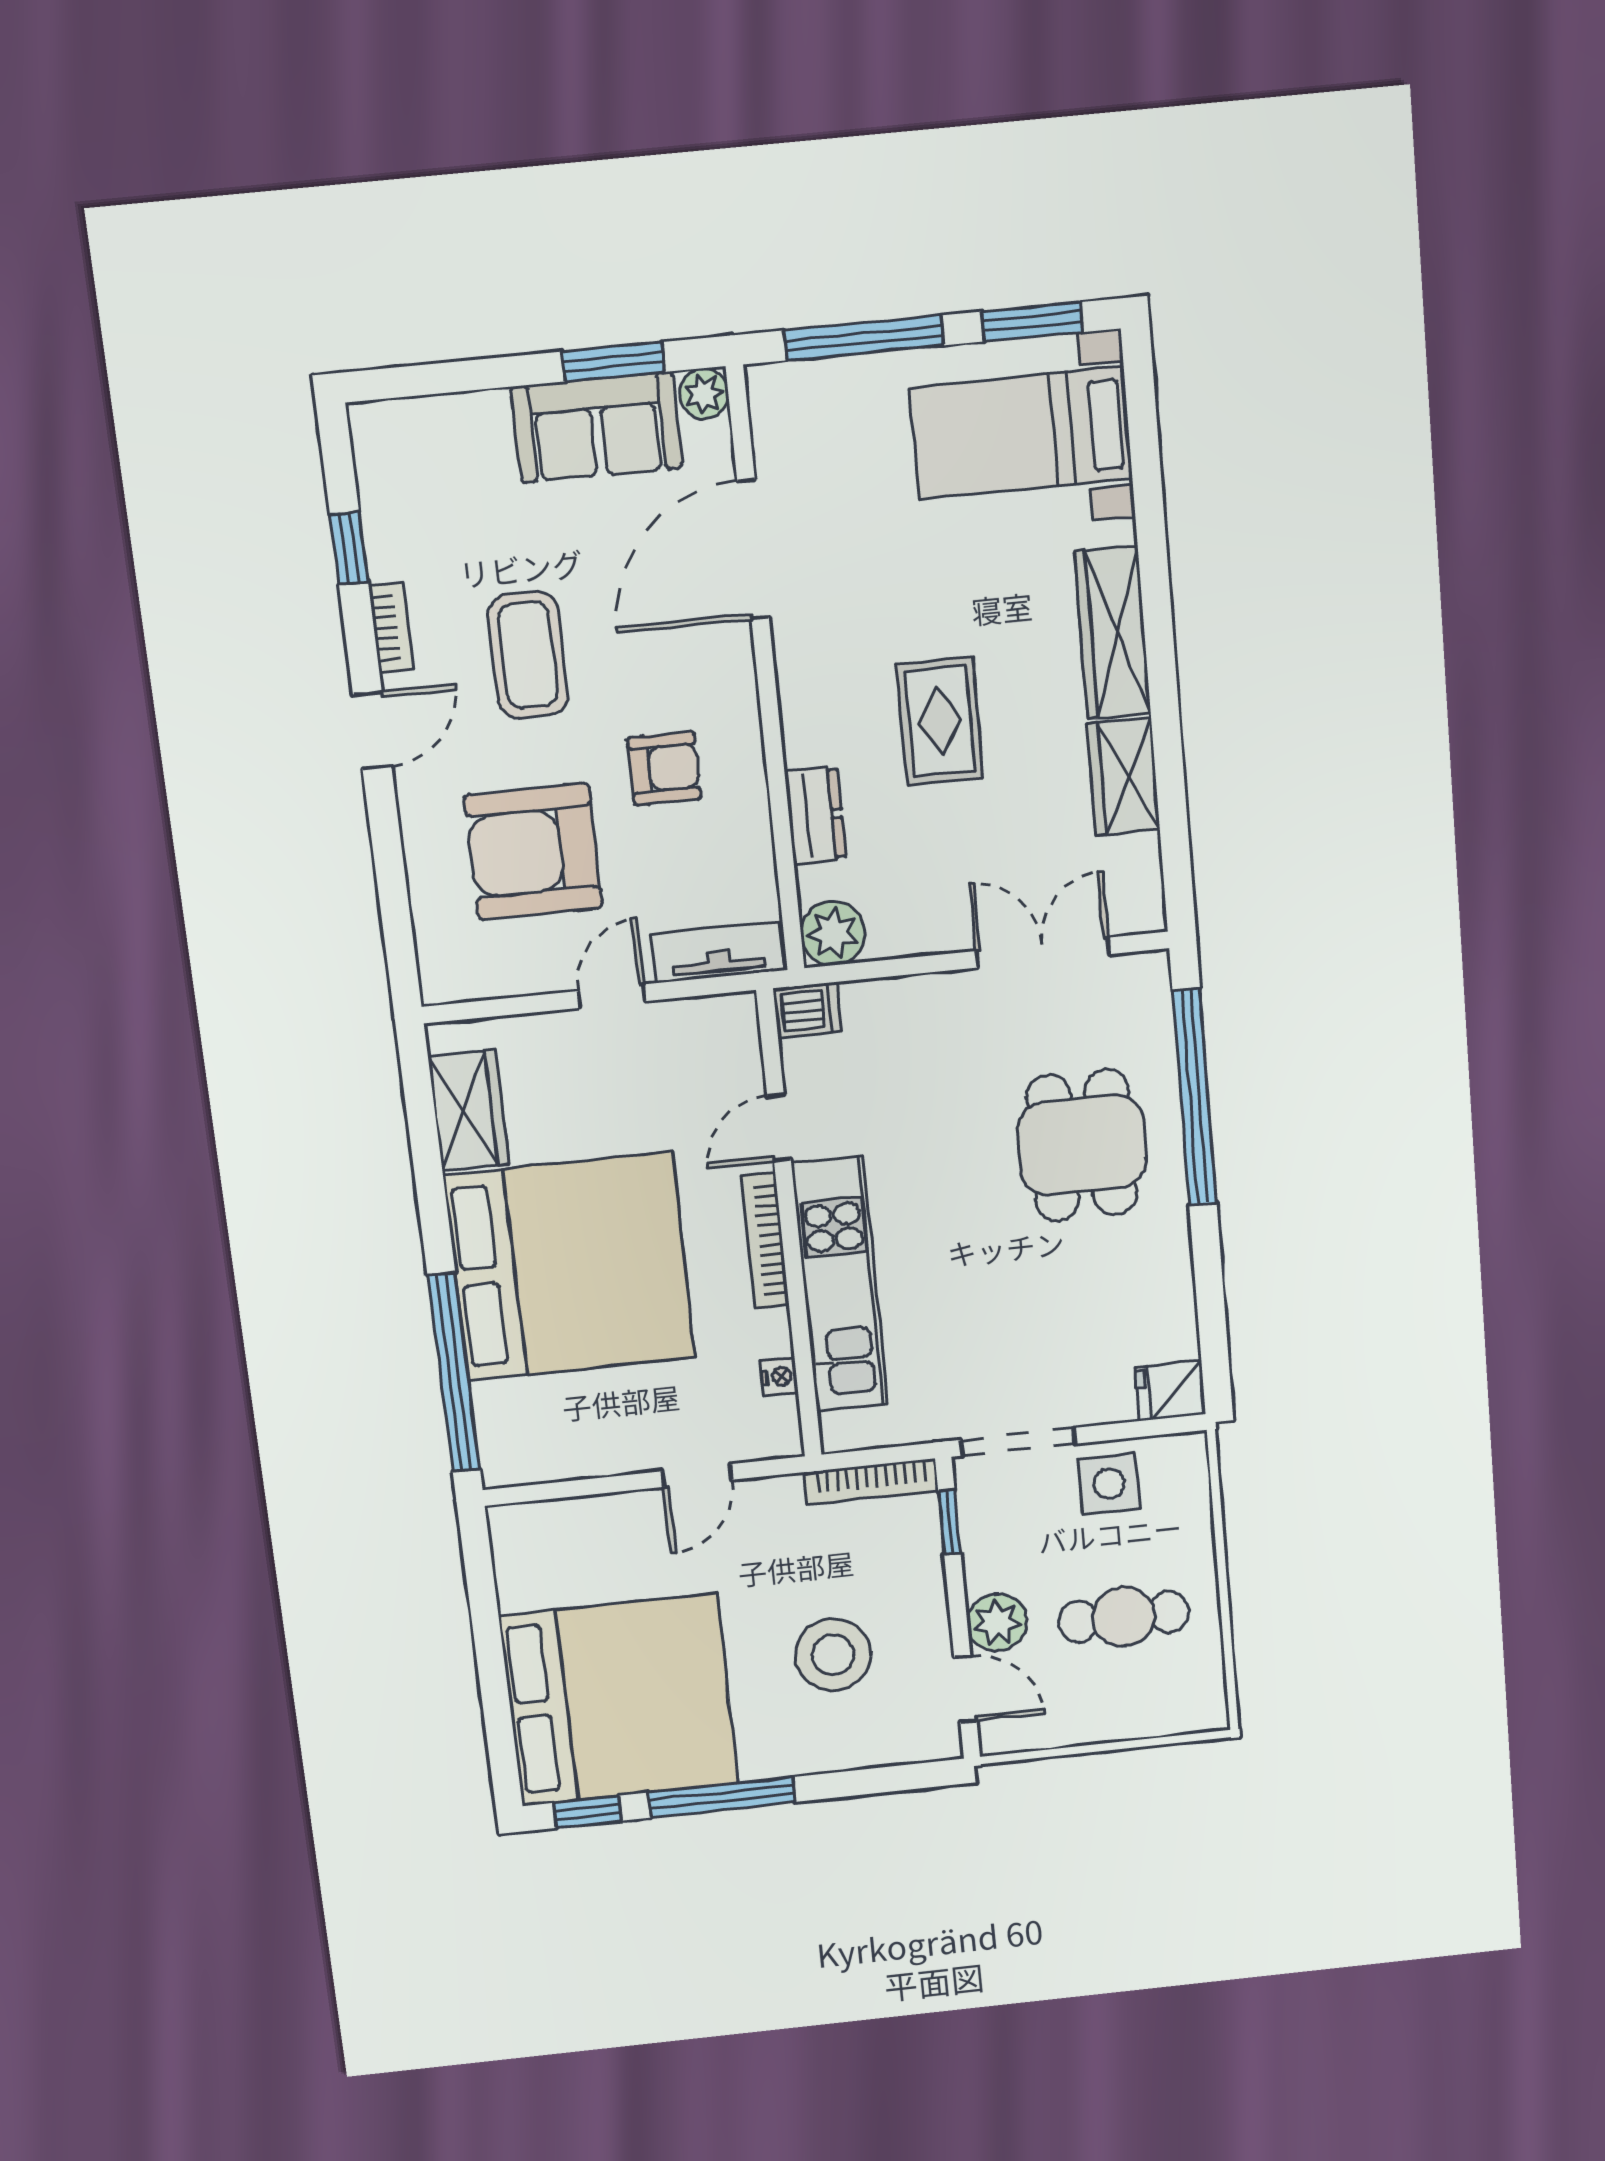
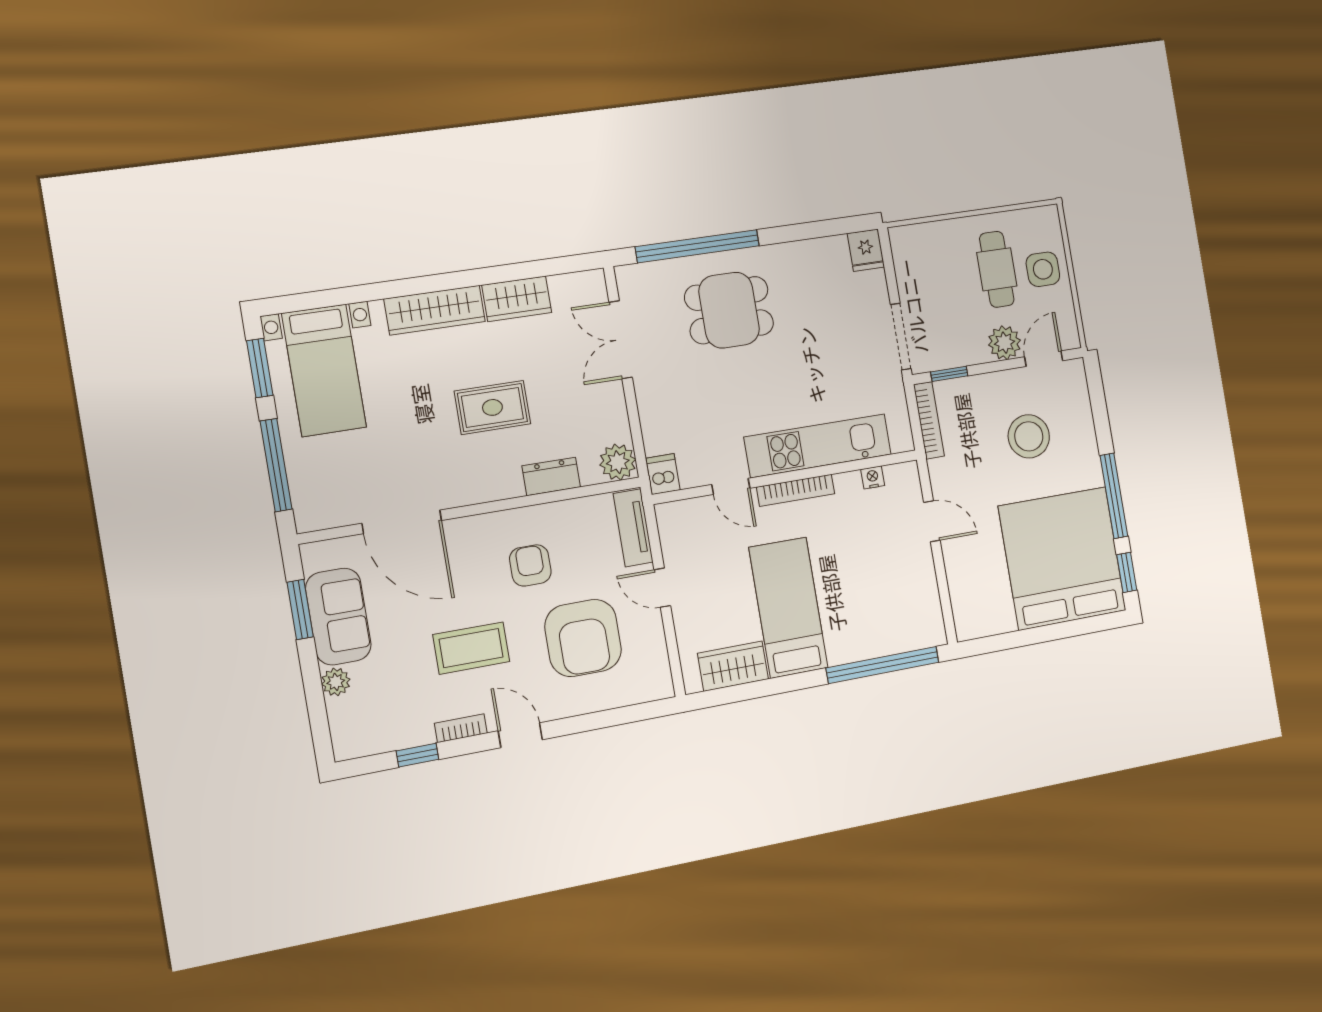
plant: (704, 394) -> (336, 682), moved
bed: (570, 1267) -> (788, 608), width x0.49
side table: (1109, 1484) -> (1043, 269), moved

